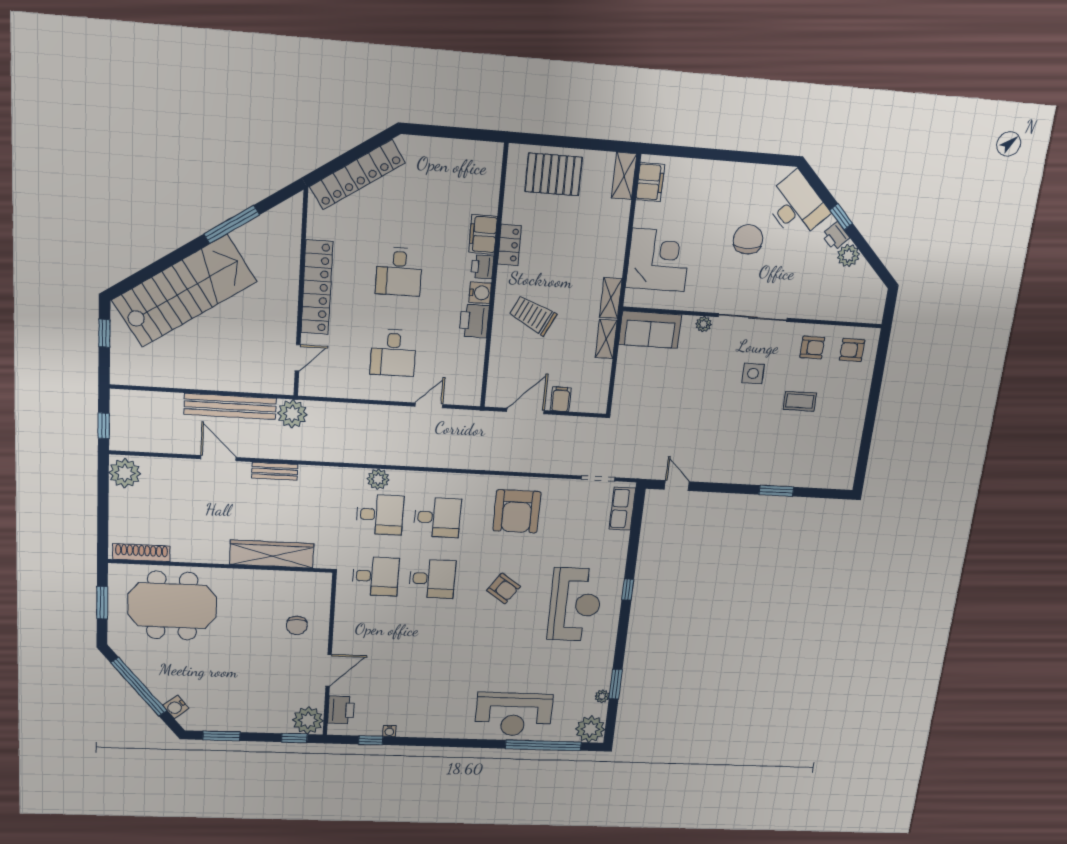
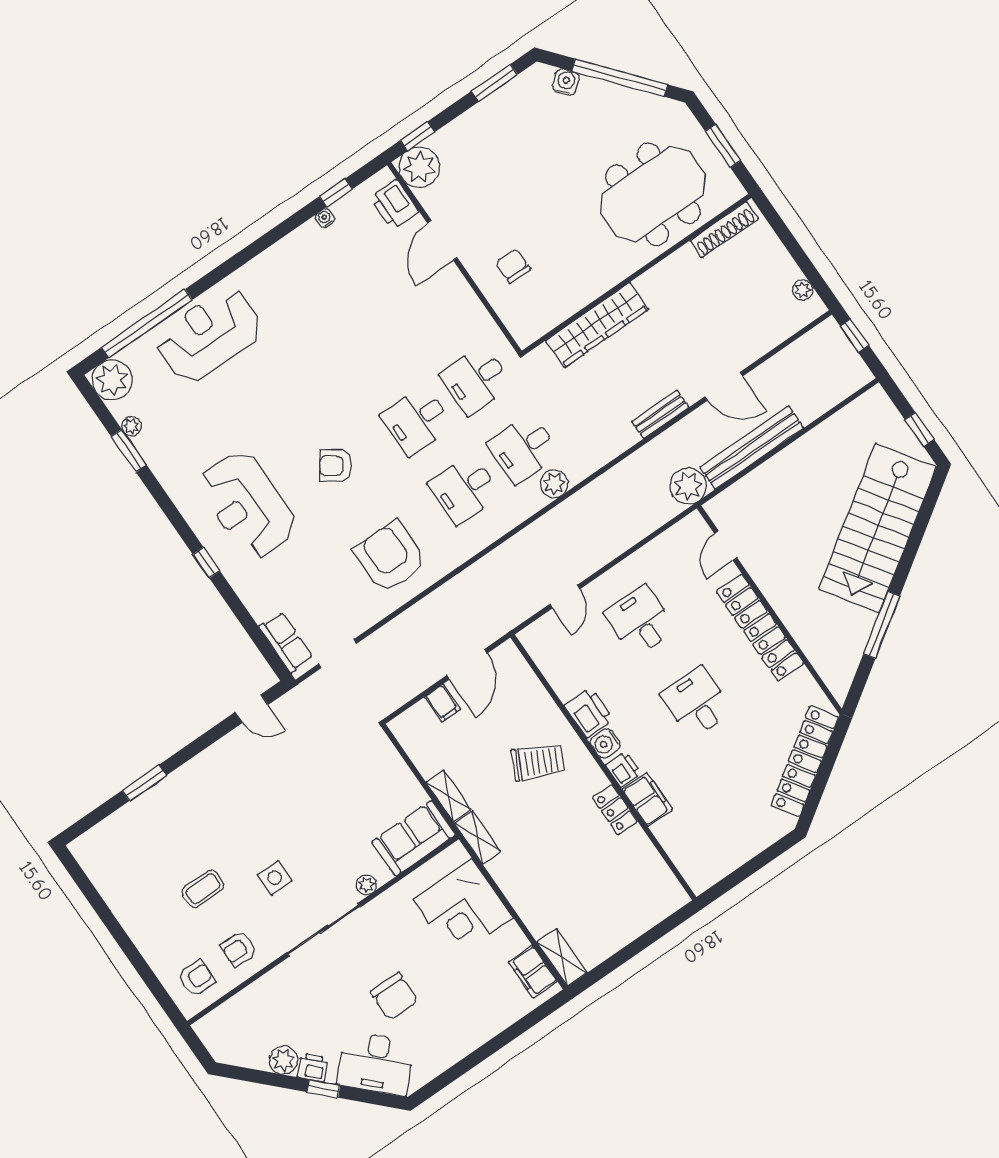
pallet: (554, 174) -> (628, 906), removed
plant: (125, 473) -> (803, 290), width x0.53, depth x0.53

